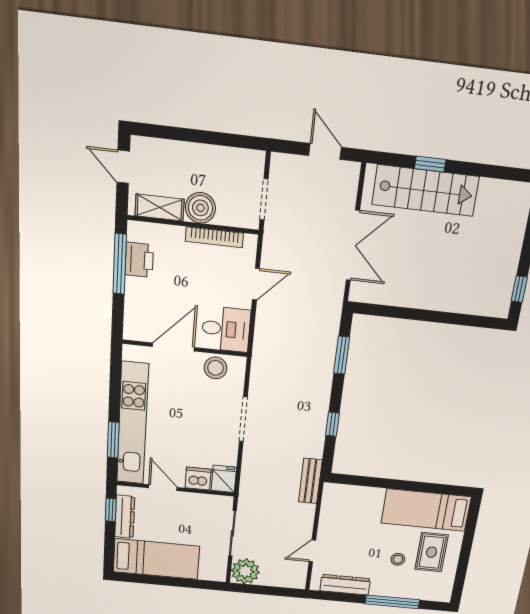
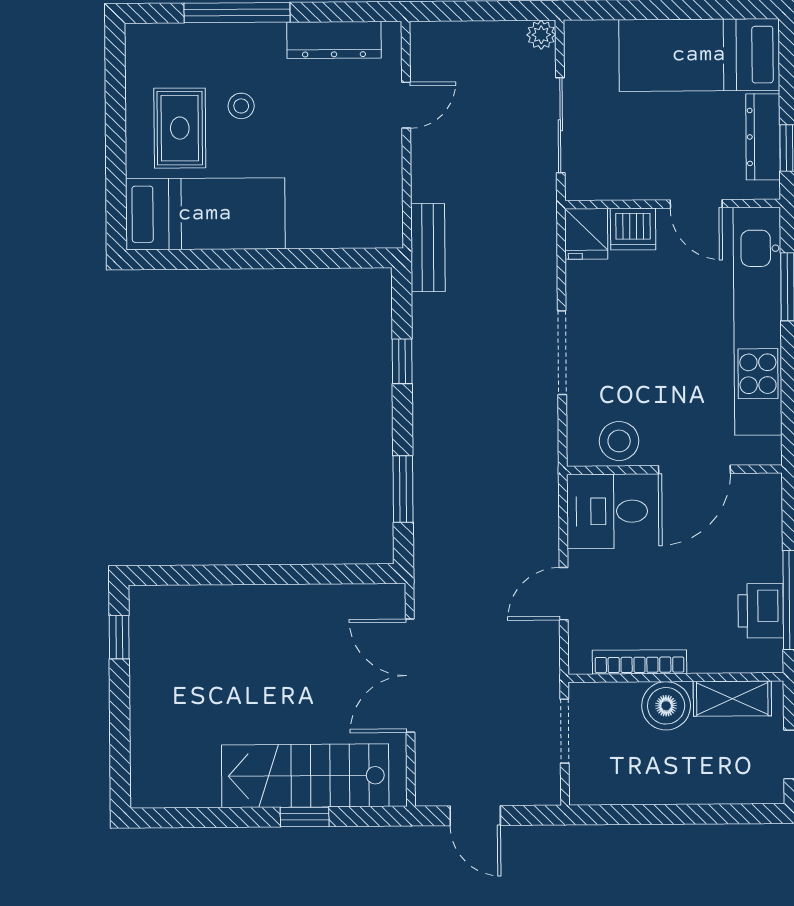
plant: (245, 571) -> (541, 35), width x0.53, depth x0.53

